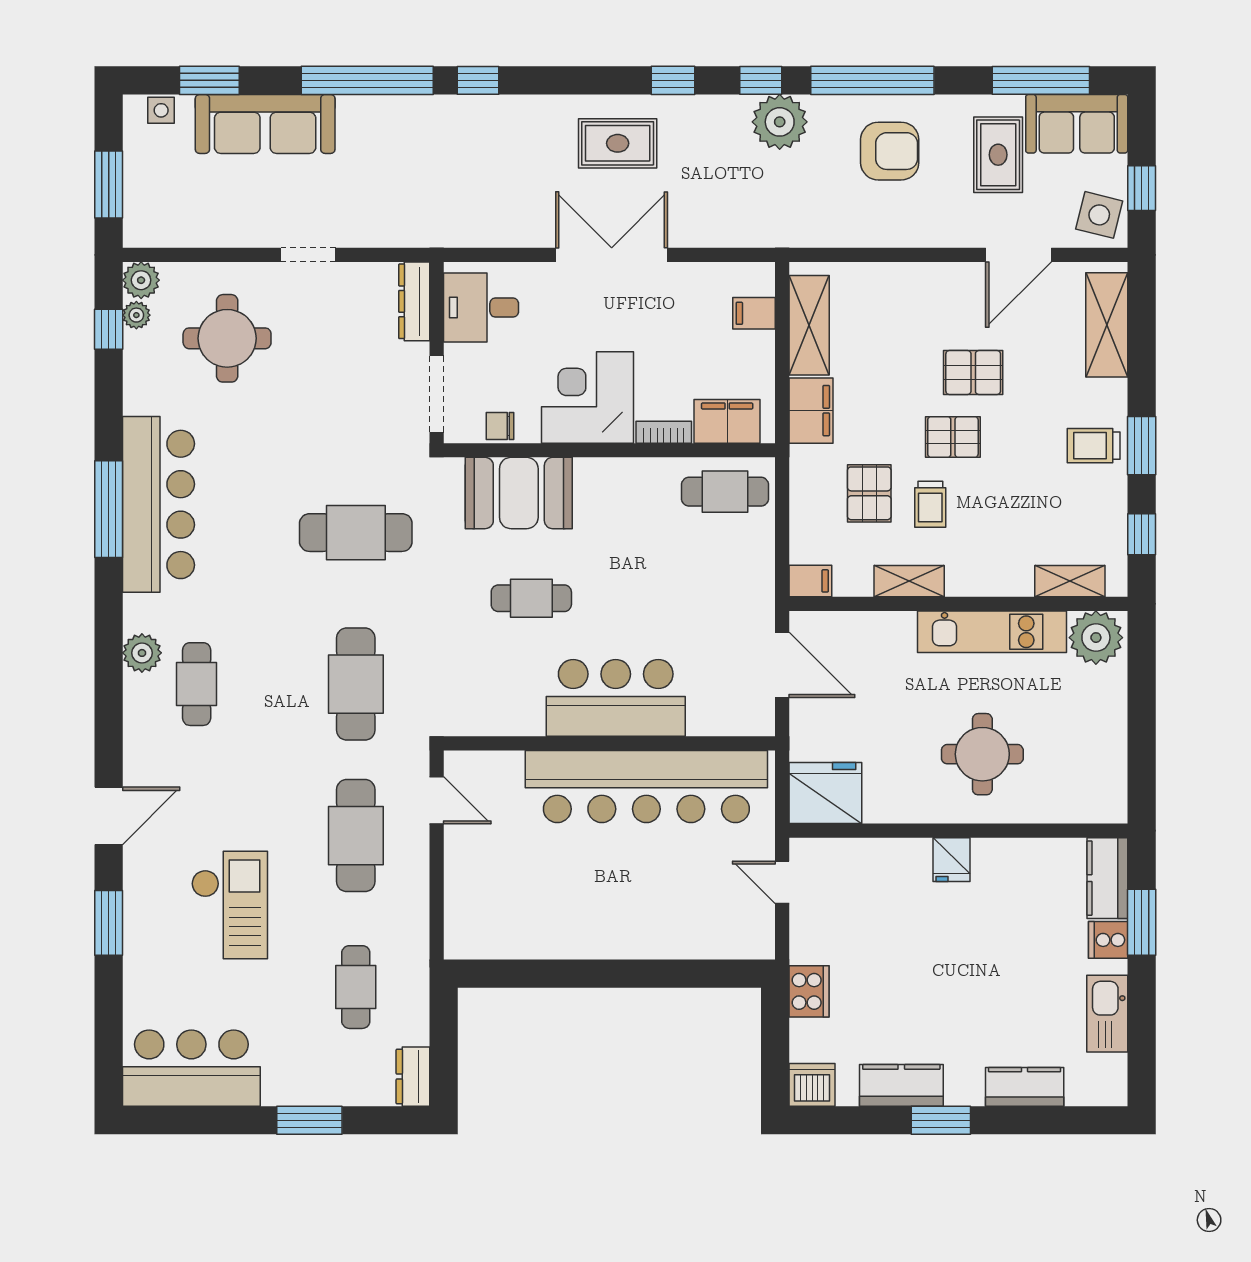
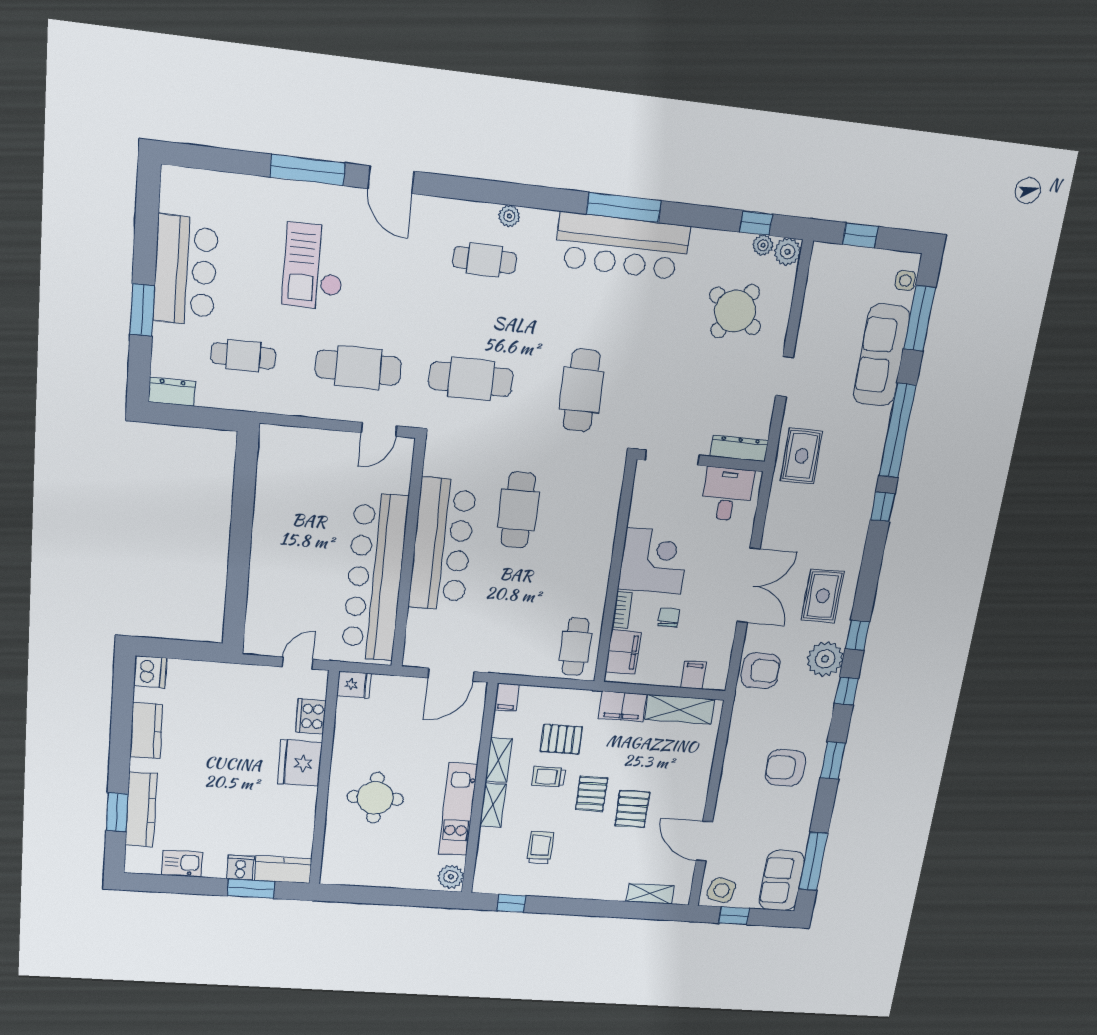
window: (209, 80) -> (919, 318), width x1.44
window: (872, 80) -> (833, 760), width x0.47
plant: (780, 122) -> (825, 659), moved
armchair: (890, 151) -> (785, 768), turned 90
rug: (998, 155) -> (802, 456), moved, turned 90
window: (109, 184) -> (860, 235), width x0.67
armchair: (739, 215) -> (760, 671), added
shelving: (1107, 325) -> (650, 894), width x0.67, depth x0.75
round table: (227, 338) -> (735, 311), turned 34
chair: (500, 426) -> (669, 617), moved
trolley: (1094, 446) -> (541, 848), moved
window: (1142, 446) -> (569, 907), removed
booth: (519, 493) -> (594, 508), removed
shelving: (1070, 581) -> (493, 805), moved
cafe table: (531, 598) -> (518, 510), width x1.37, depth x1.35
plant: (1096, 638) -> (451, 877), width x0.73, depth x0.73
plant: (142, 653) -> (509, 216), width x0.73, depth x0.73
bar counter: (616, 698) -> (442, 545), width x1.36
fridge: (825, 793) -> (354, 685), width x0.53, depth x0.75
fridge: (952, 860) -> (300, 763), width x1.88, depth x1.34
checkout: (229, 905) -> (314, 266), turned 90
window: (109, 923) -> (308, 170), width x1.44
cooker: (809, 991) -> (311, 716), moved, turned 90
kitchen sink: (1107, 1014) -> (182, 864), width x0.73
bar counter: (191, 1068) -> (186, 271), moved
kitchen counter: (1025, 1087) -> (141, 810), width x1.50
window: (941, 1120) -> (117, 812), moved

